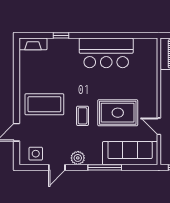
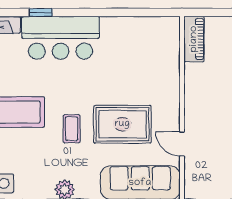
bar counter: (106, 53) -> (61, 38), moved

